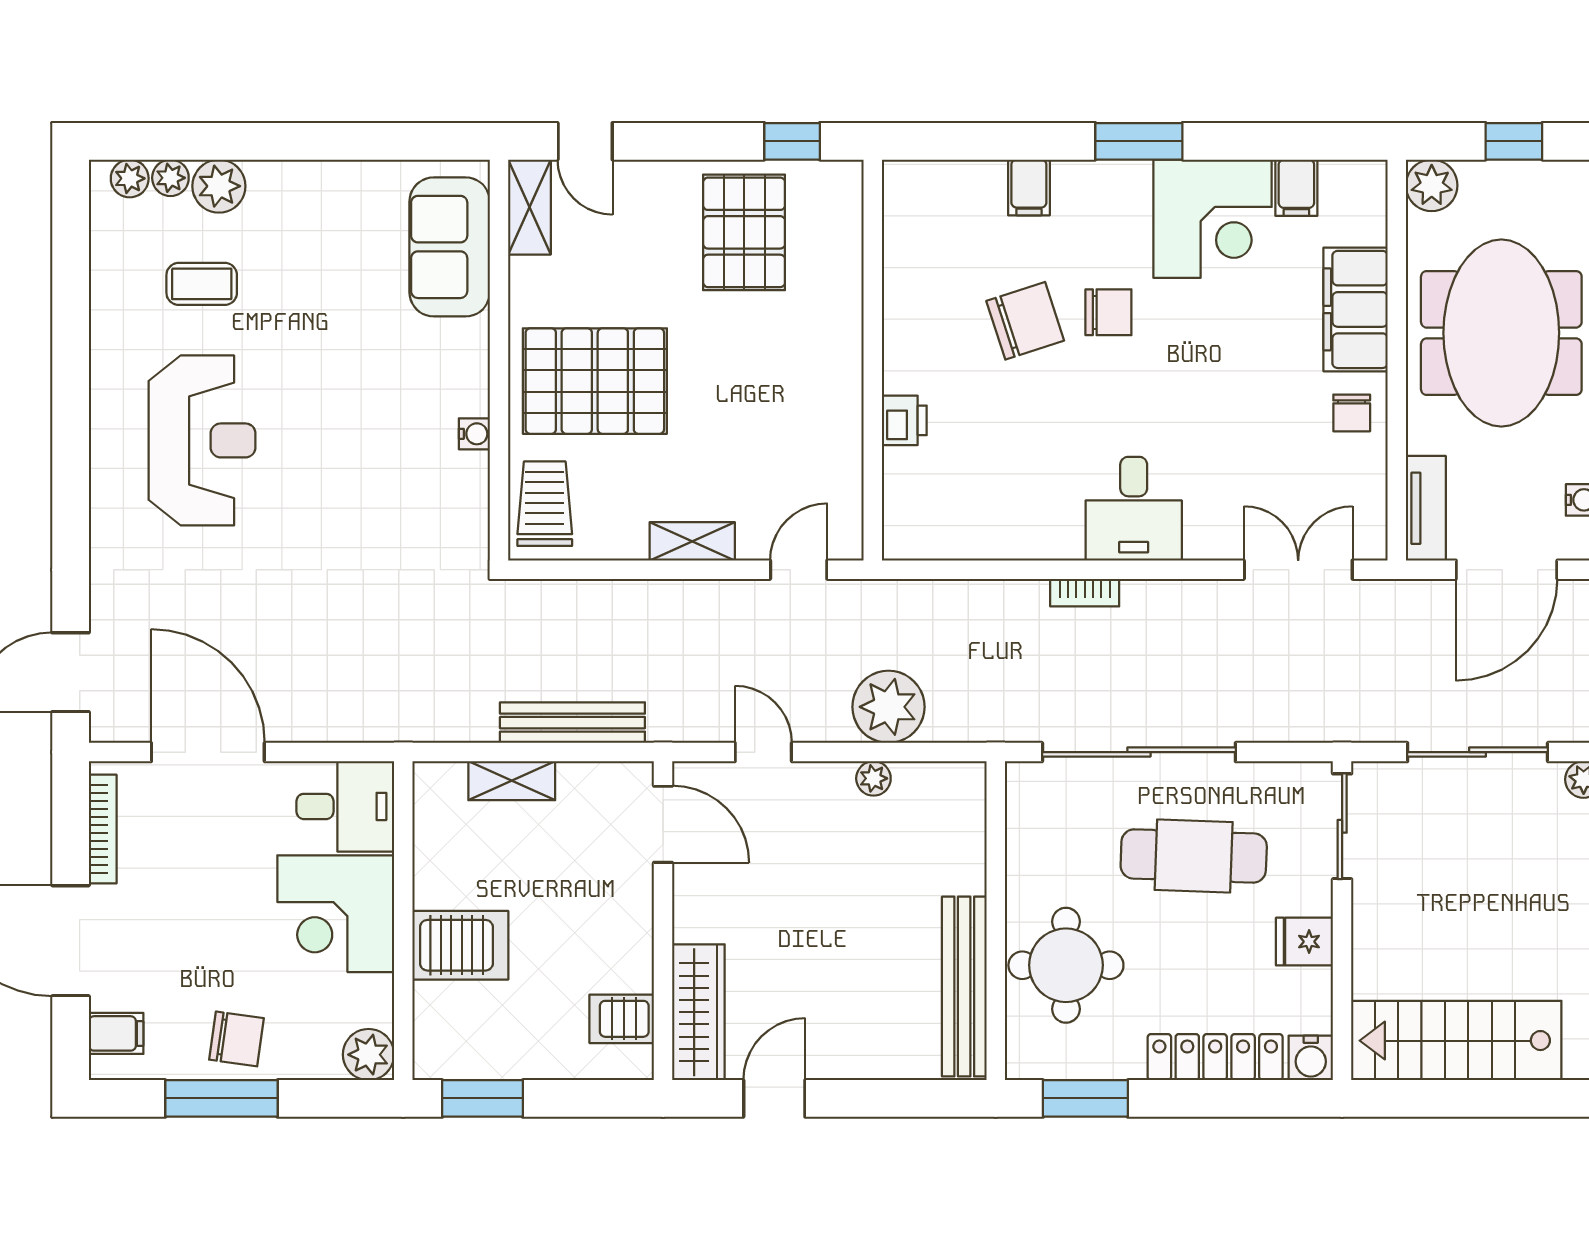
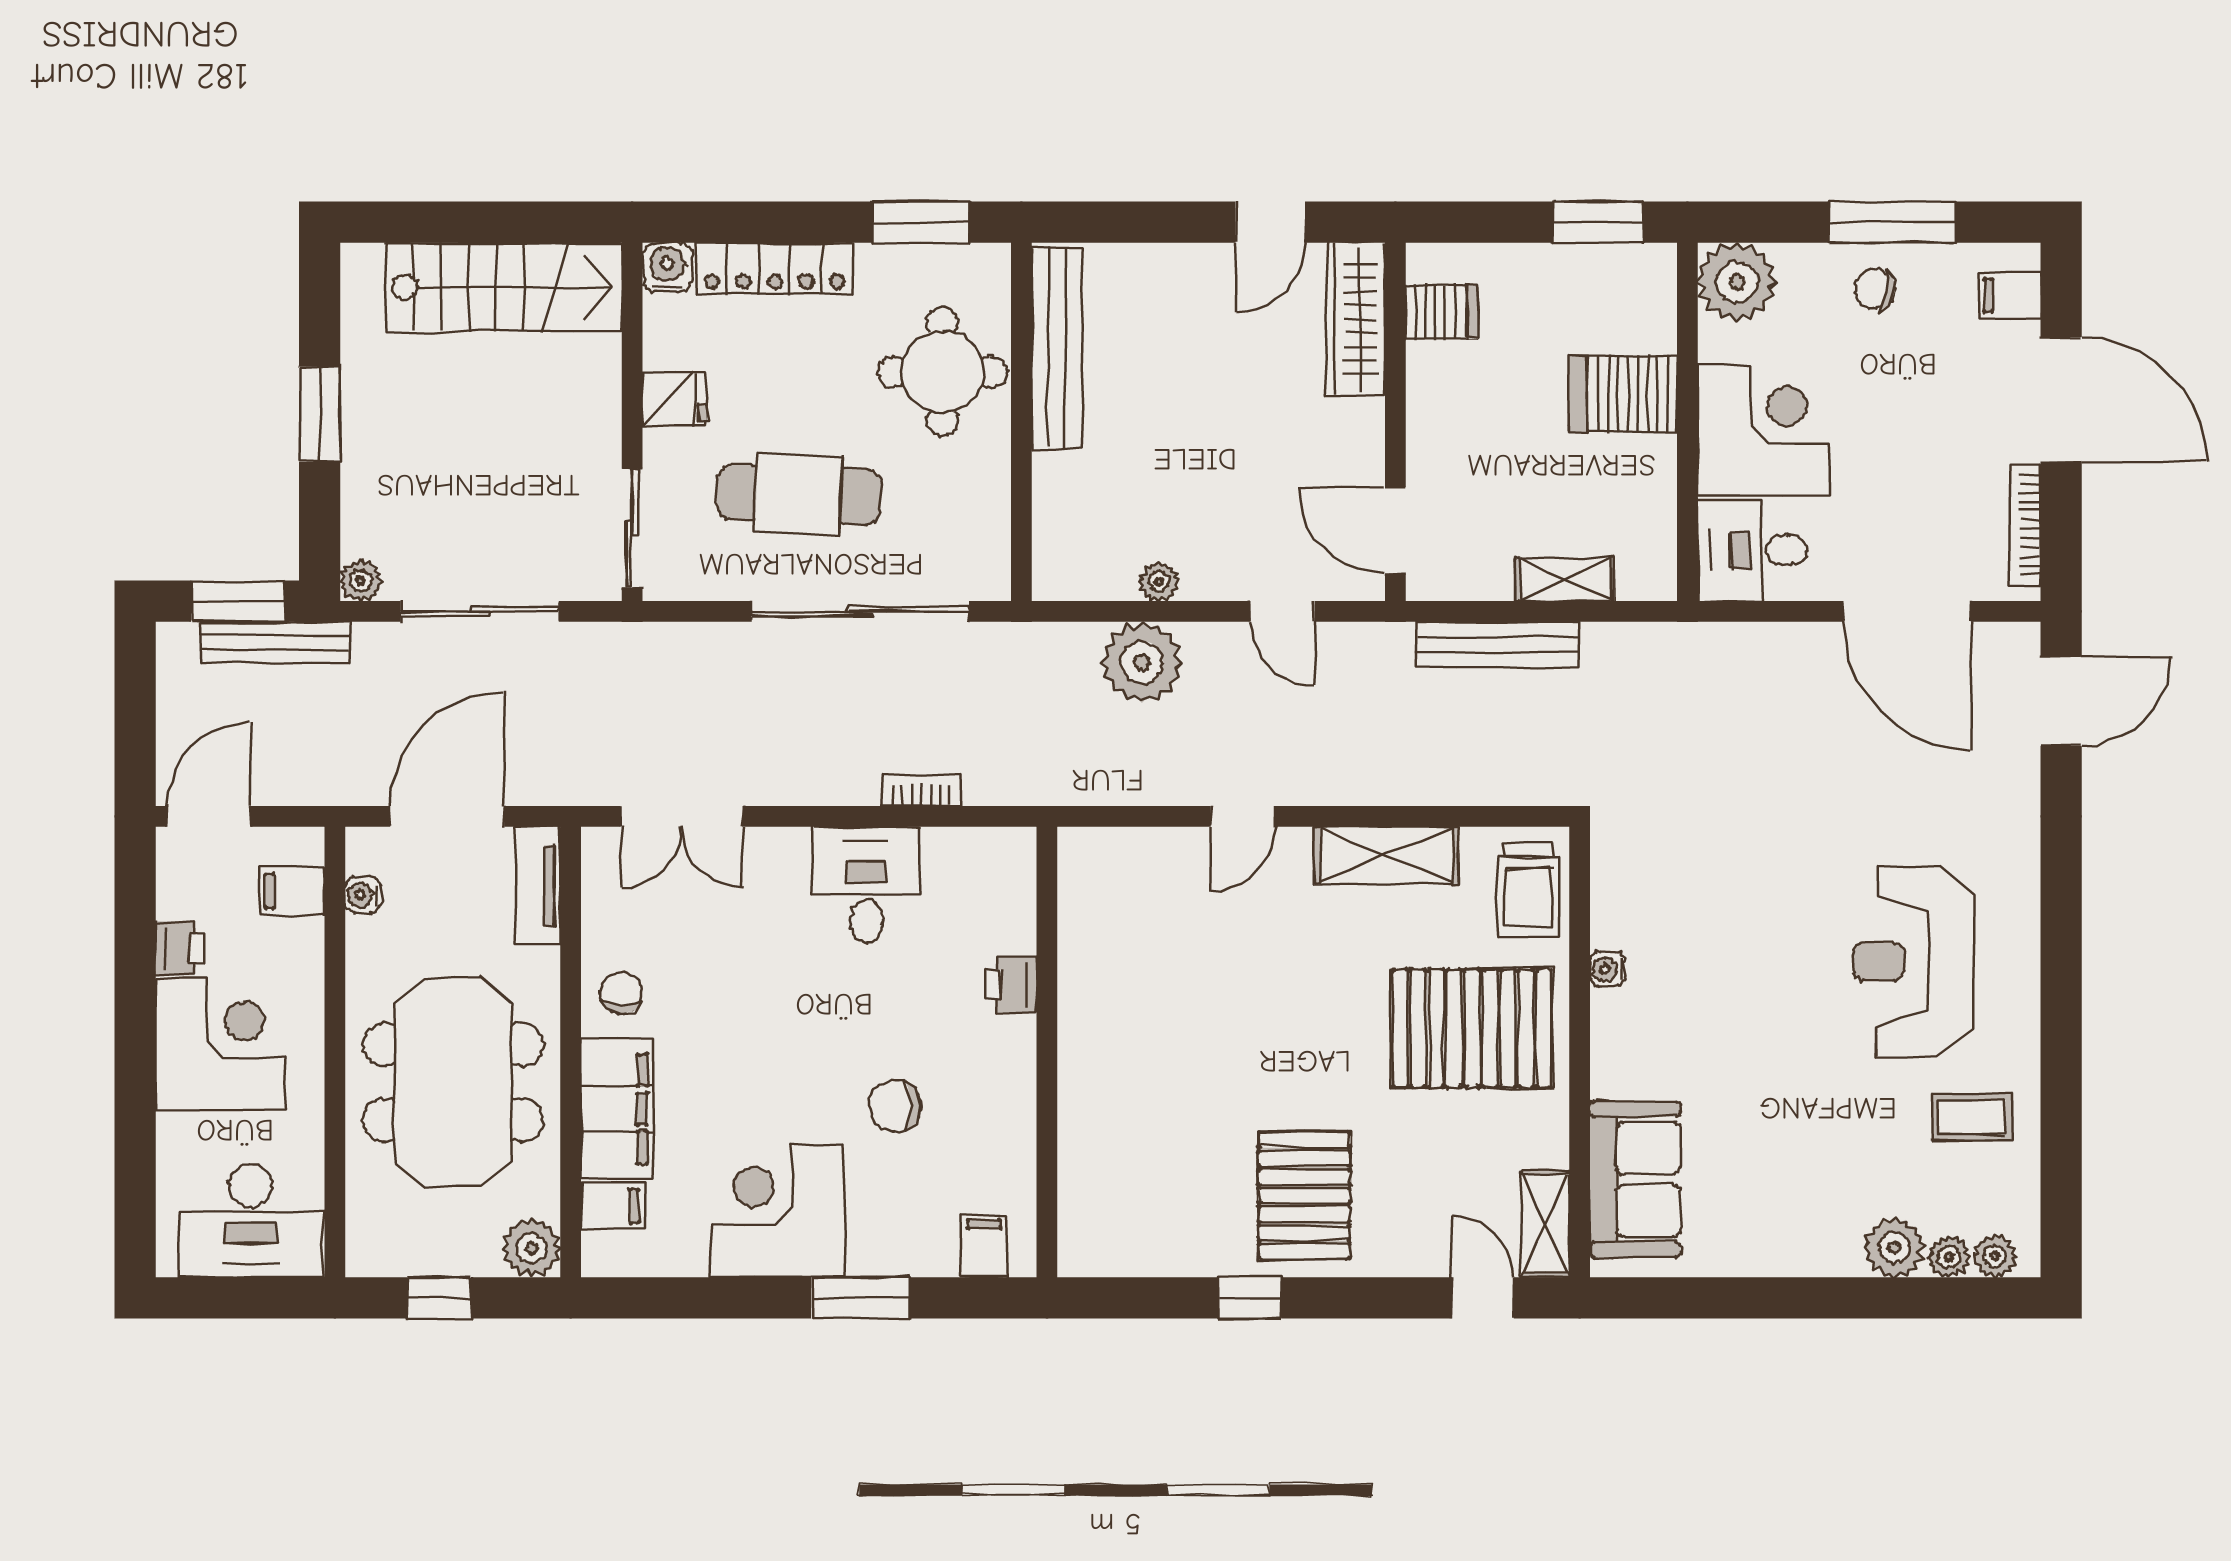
filing cabinet: (1296, 188) -> (612, 1206), moved, turned 90
coffee table: (202, 284) -> (1972, 1117), moved
chair: (1025, 321) -> (988, 1096), removed
wall: (873, 360) -> (1047, 1052), moved
printer: (904, 420) -> (1012, 984), moved
shelving: (692, 541) -> (1386, 855), width x1.50, depth x1.33
chair: (237, 1039) -> (1875, 289), width x0.73, depth x0.73
plant: (369, 1055) -> (1737, 282), width x1.36, depth x1.36

